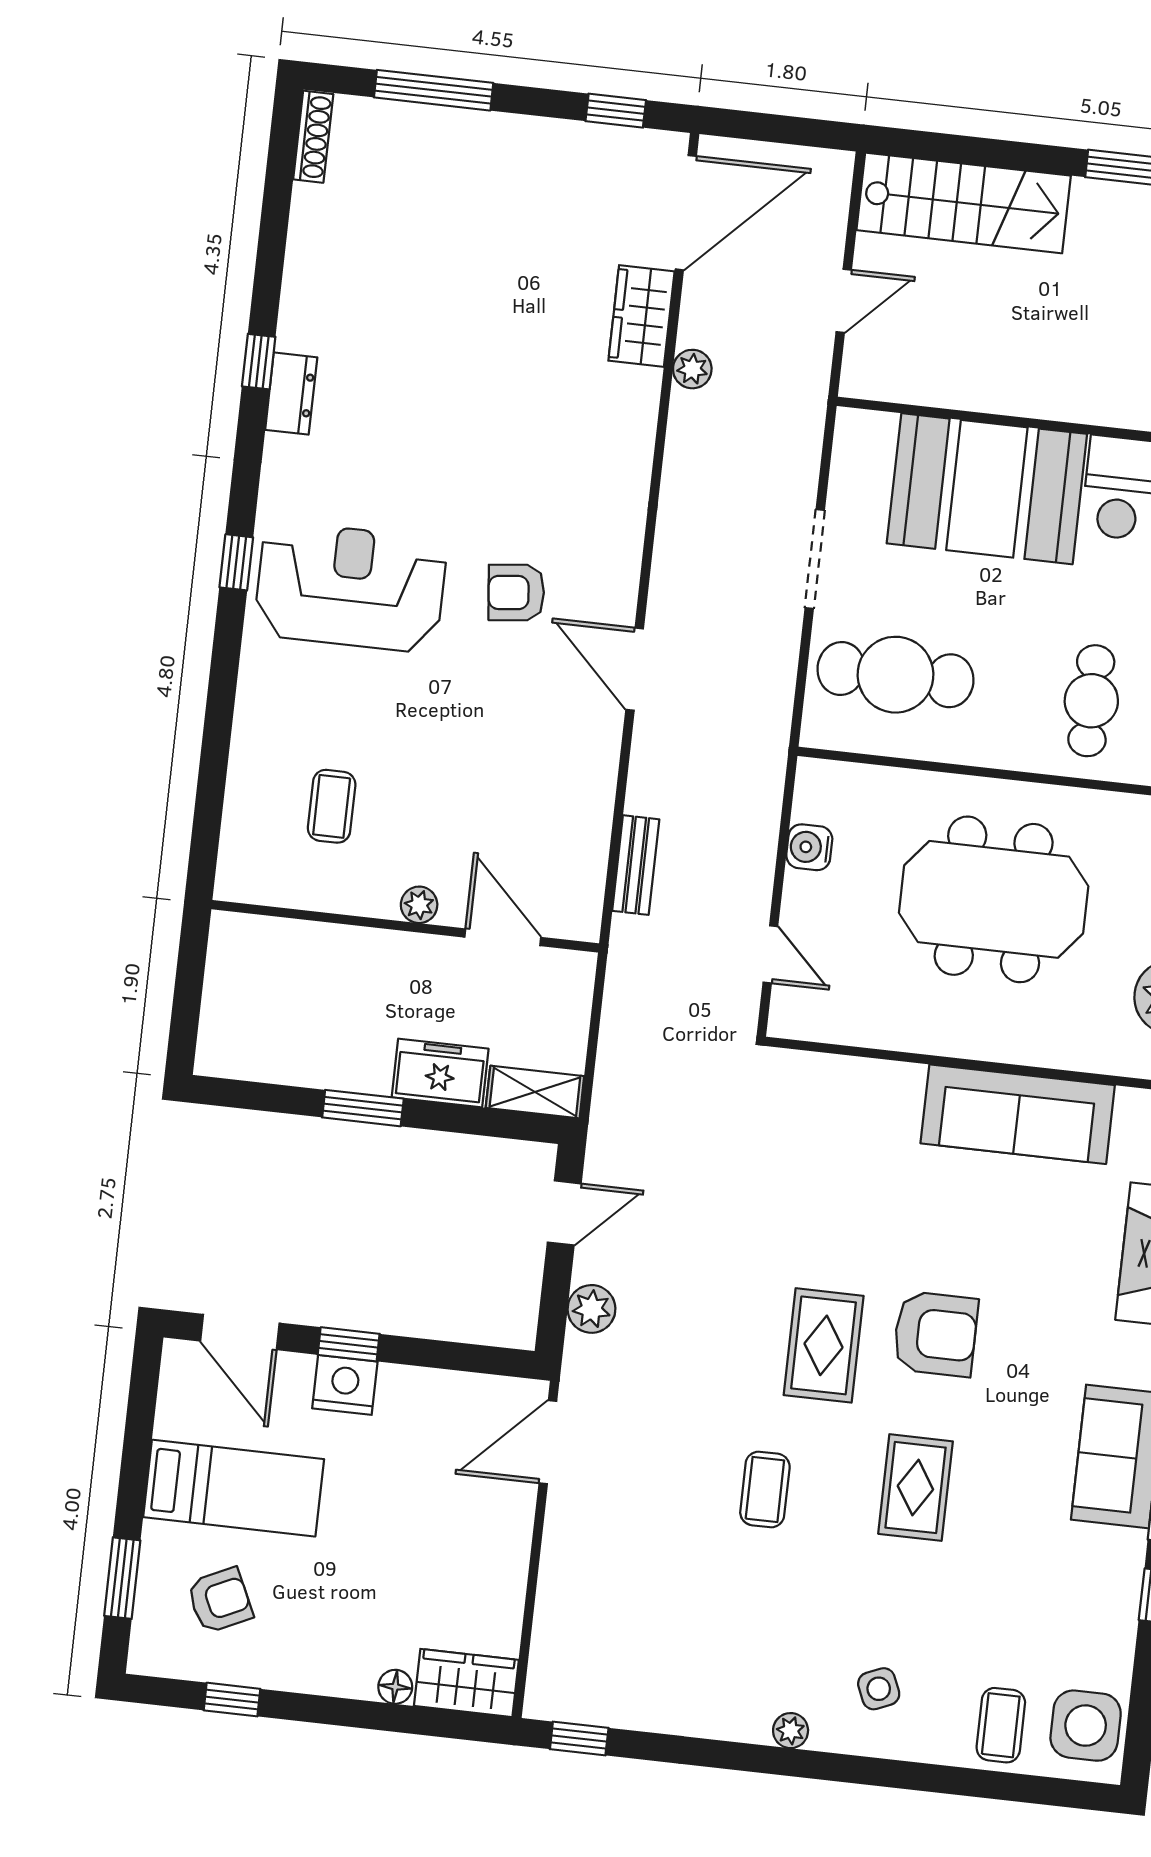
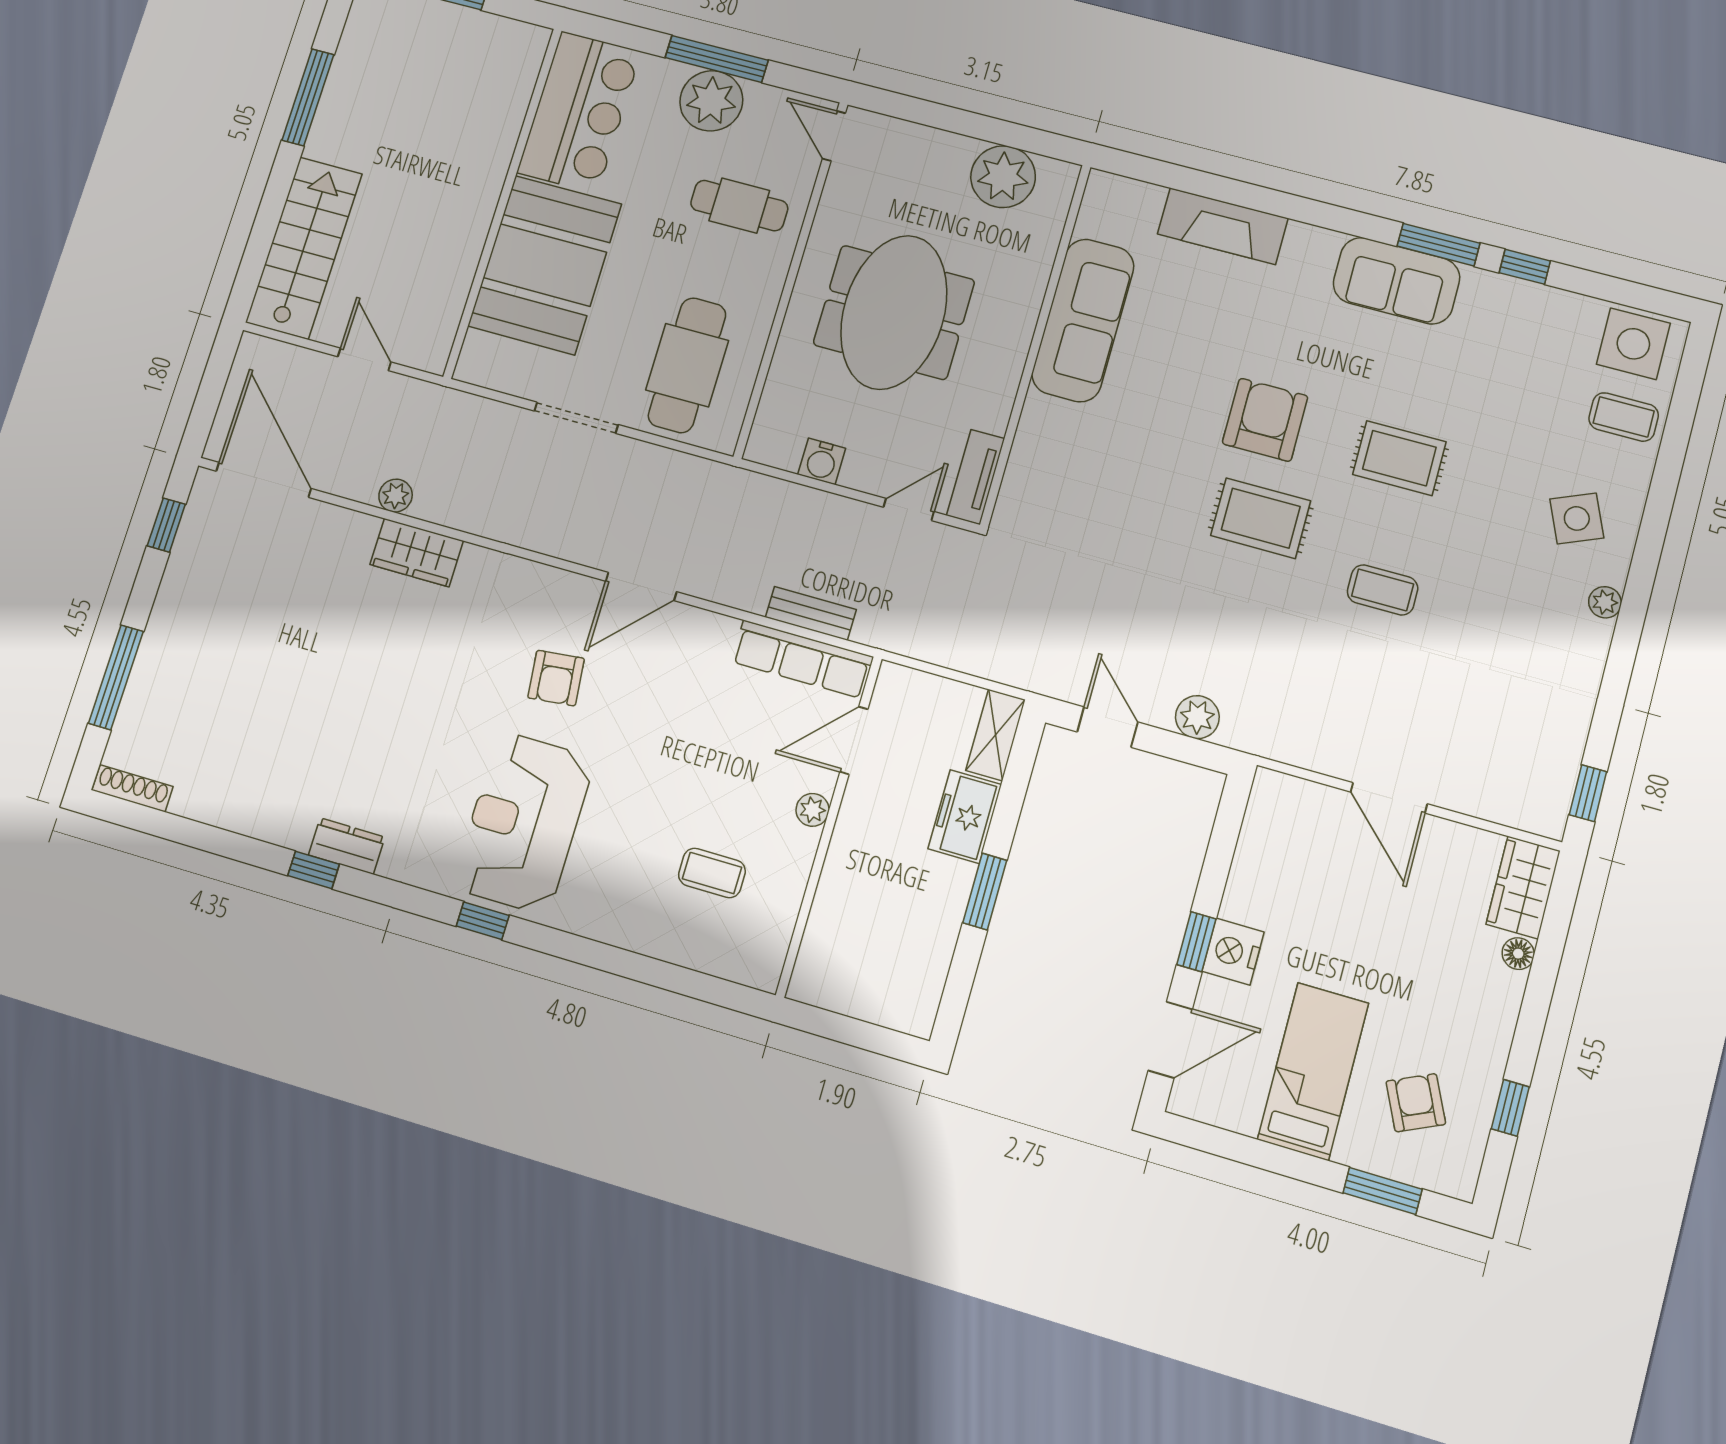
wardrobe: (641, 316) -> (417, 553), moved
row of seats: (583, 865) -> (802, 659), added
tv unit: (819, 1023) -> (976, 477), added
door: (548, 1442) -> (1389, 798), moved
side table: (879, 1689) -> (1577, 518), width x1.37, depth x1.37

